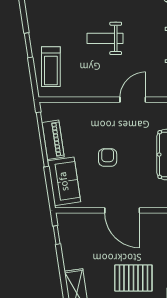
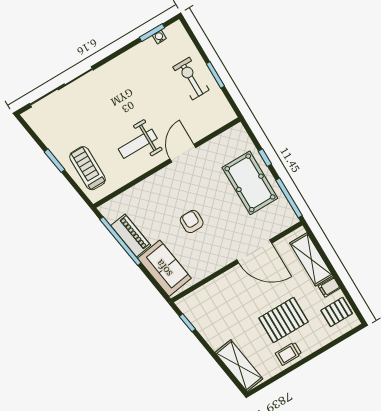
weight bench: (105, 38) -> (138, 144), moved
treadmill: (51, 67) -> (88, 168), turned 180
door: (122, 210) -> (254, 251), moved

